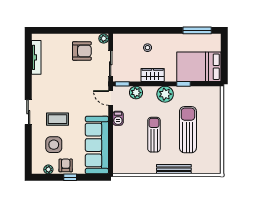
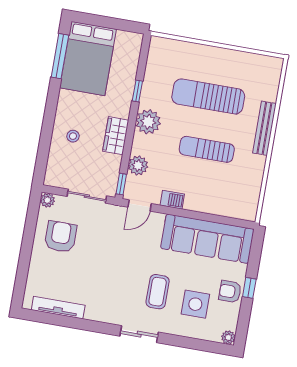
bed: (199, 67) -> (88, 59), moved
plant: (48, 169) -> (228, 337), moved

